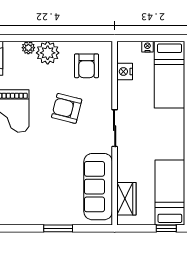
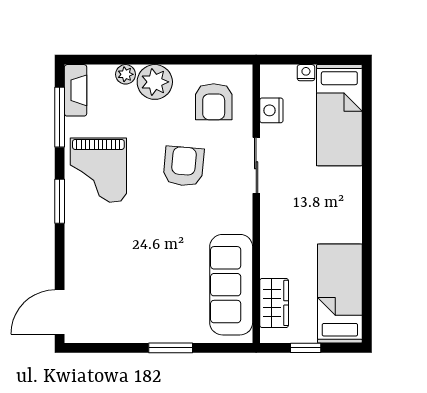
armchair: (67, 108) -> (184, 166), turned 81
sliding door: (115, 128) -> (256, 165), moved
window: (166, 228) -> (306, 348), moved

